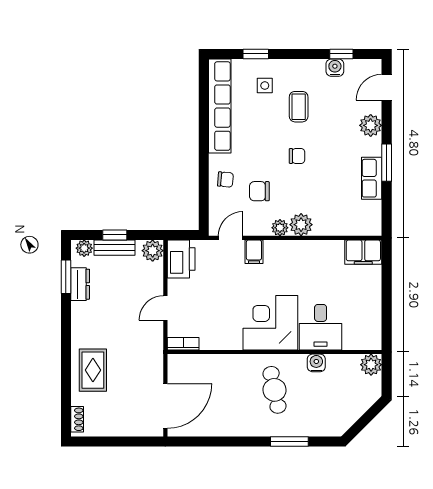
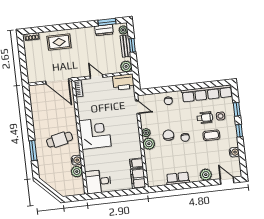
window: (341, 54) -> (239, 131), moved
wheelchair: (264, 115) -> (205, 118), added
window: (387, 163) -> (187, 185), removed
chair: (259, 191) -> (168, 135), moved
filing cabinet: (254, 252) -> (137, 163), moved
desk: (321, 327) -> (98, 181), moved
plant: (371, 365) -> (77, 172), moved
door: (165, 406) -> (57, 81), moved

